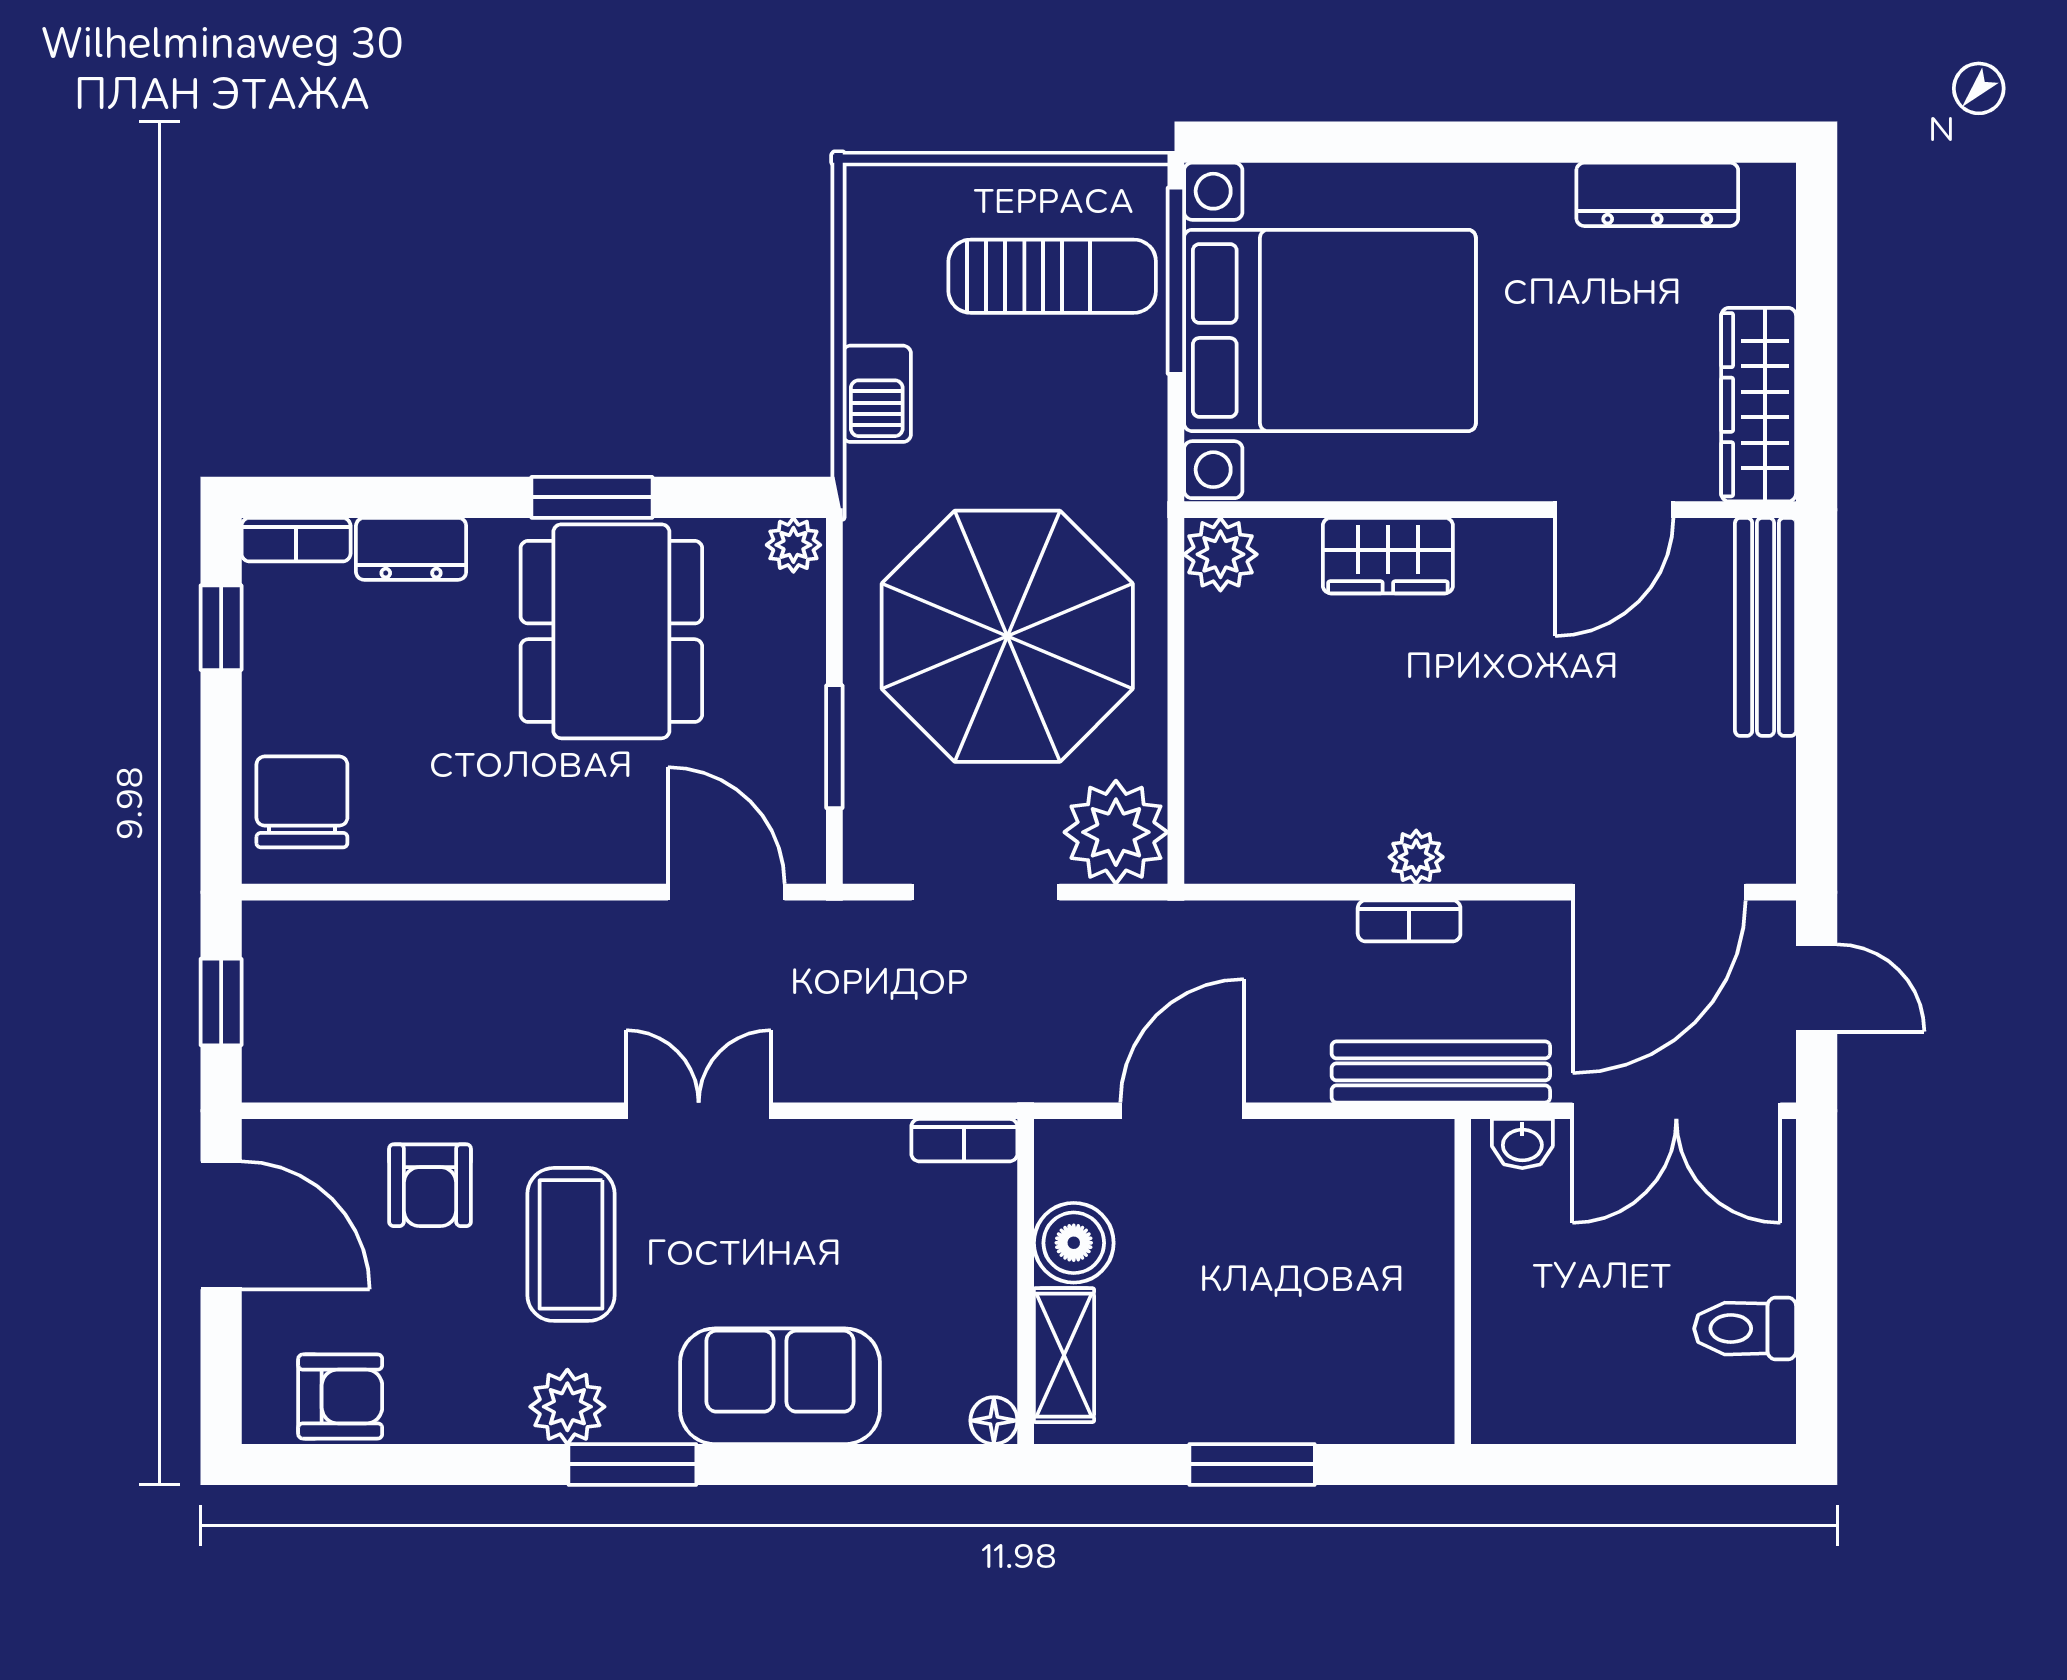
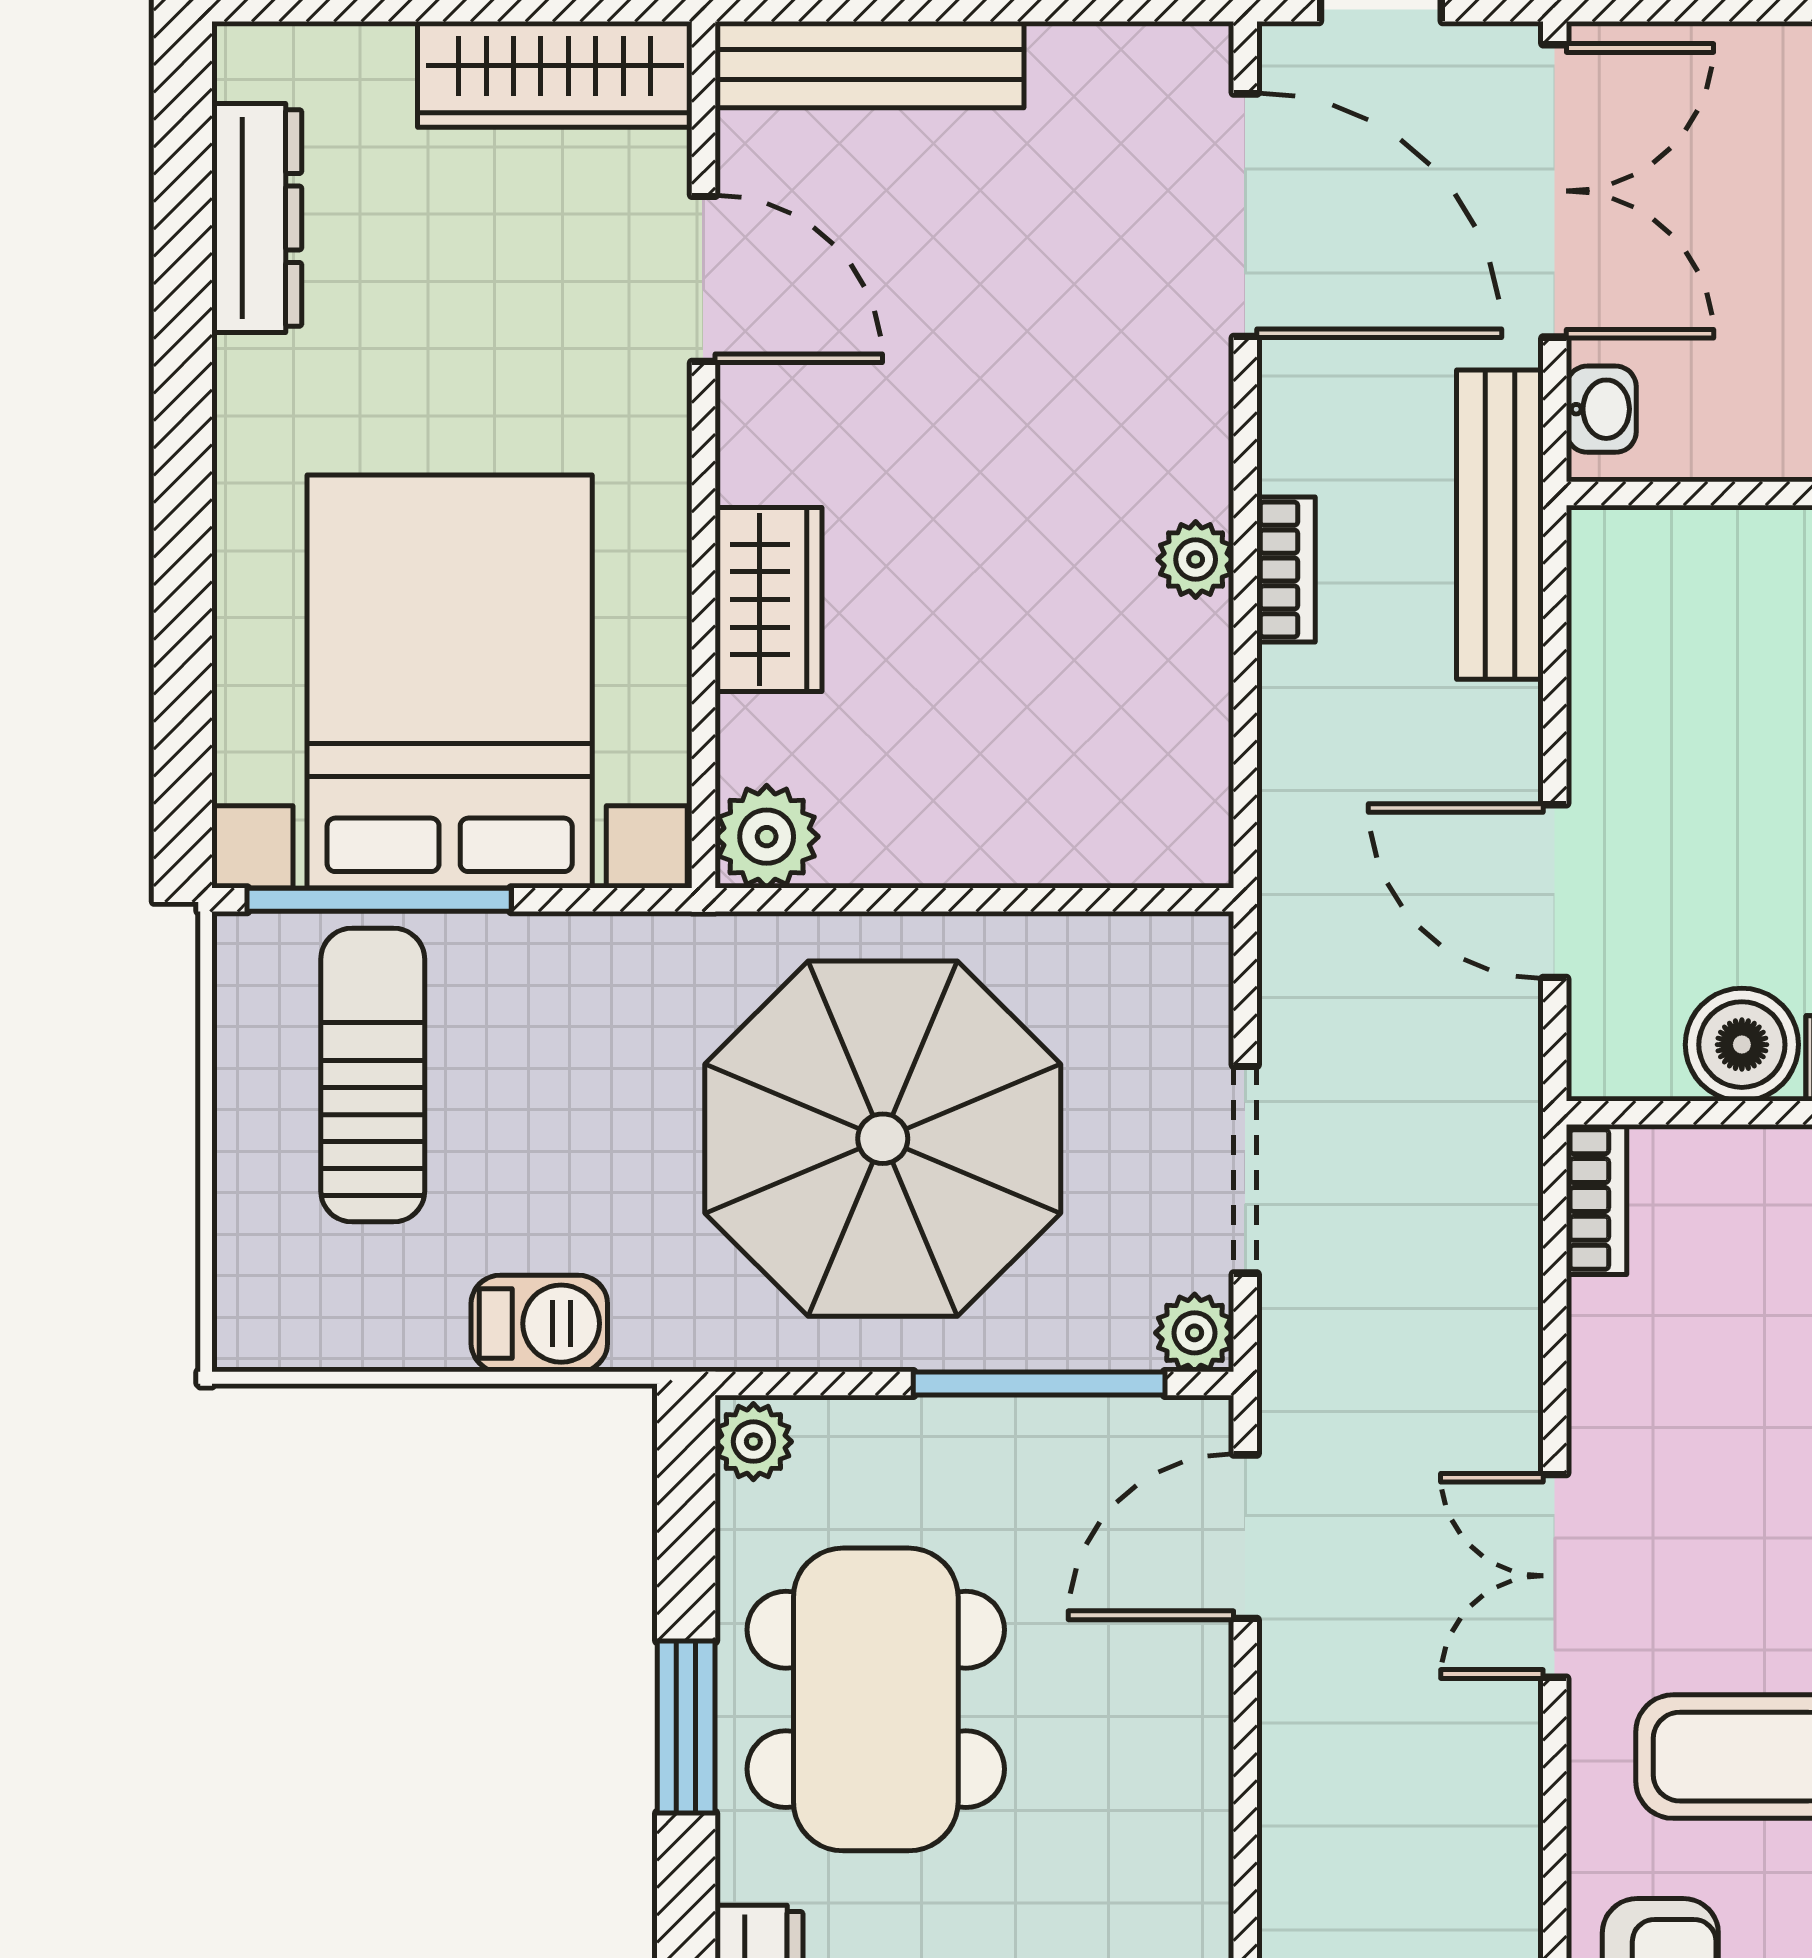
dining table: (611, 631) -> (876, 1699), turned 90
window: (834, 747) -> (1039, 1384), width x1.44
plant: (1116, 832) -> (1195, 1333), moved, width x0.53, depth x0.53

